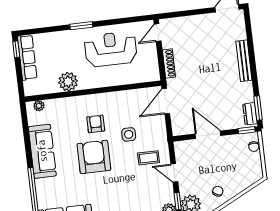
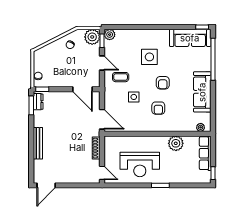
door: (158, 33) -> (102, 173), hinge flipped
row of seats: (27, 57) -> (205, 153), moved
door: (166, 101) -> (102, 119), hinge flipped
door: (208, 135) -> (83, 89), moved
armchair: (94, 157) -> (163, 83), width x0.53, depth x0.53
side table: (115, 188) -> (149, 57), added

